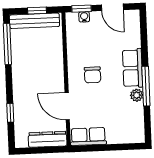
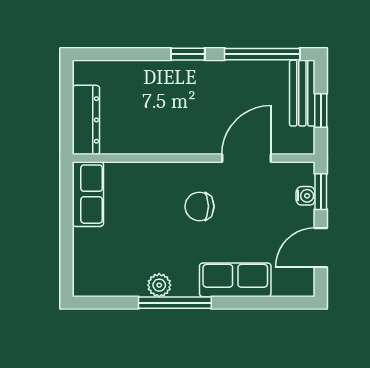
bench: (34, 21) -> (302, 93), width x0.73
row of seats: (133, 68) -> (235, 280), moved
door: (67, 106) -> (246, 158), moved
window: (10, 113) -> (188, 54), moved

